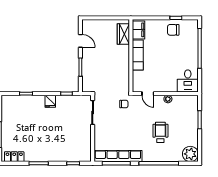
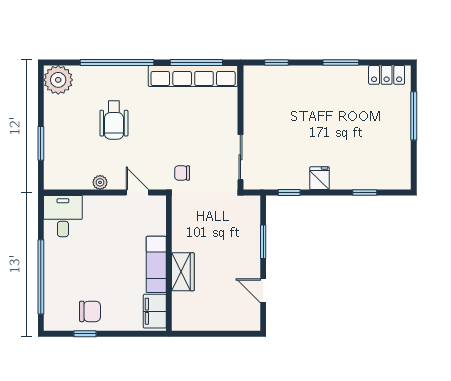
wardrobe: (123, 34) -> (183, 272), moved

